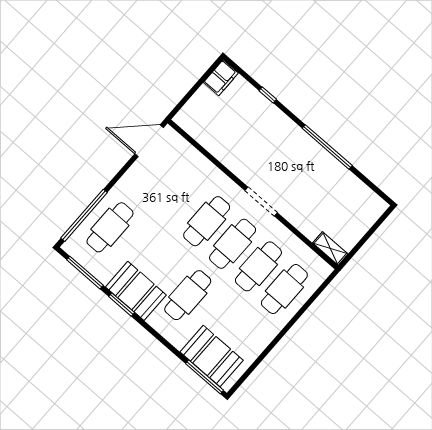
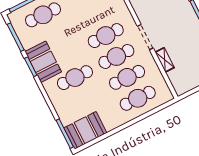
shelving: (330, 248) -> (165, 60), moved
booth: (212, 356) -> (85, 130), moved, turned 90

